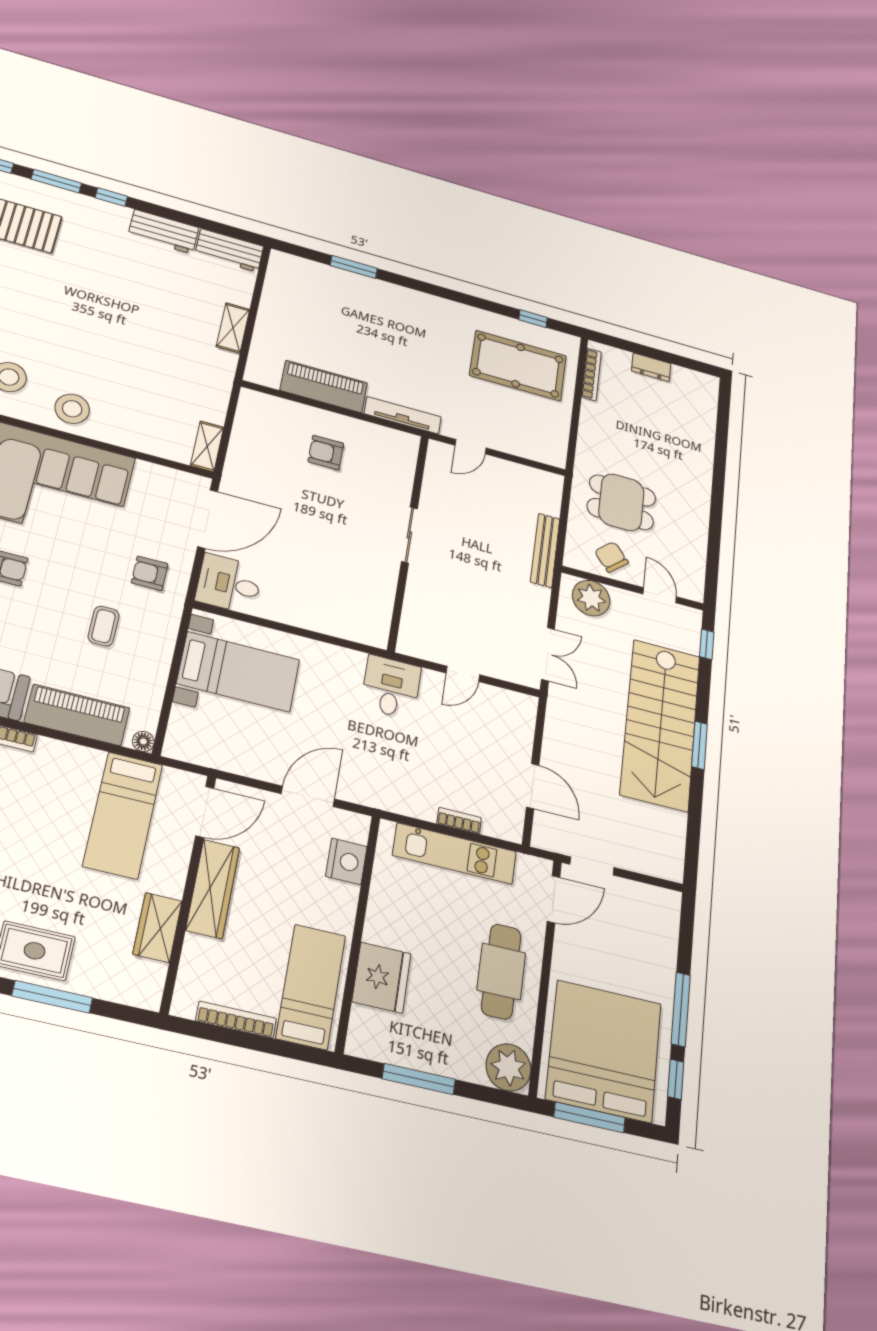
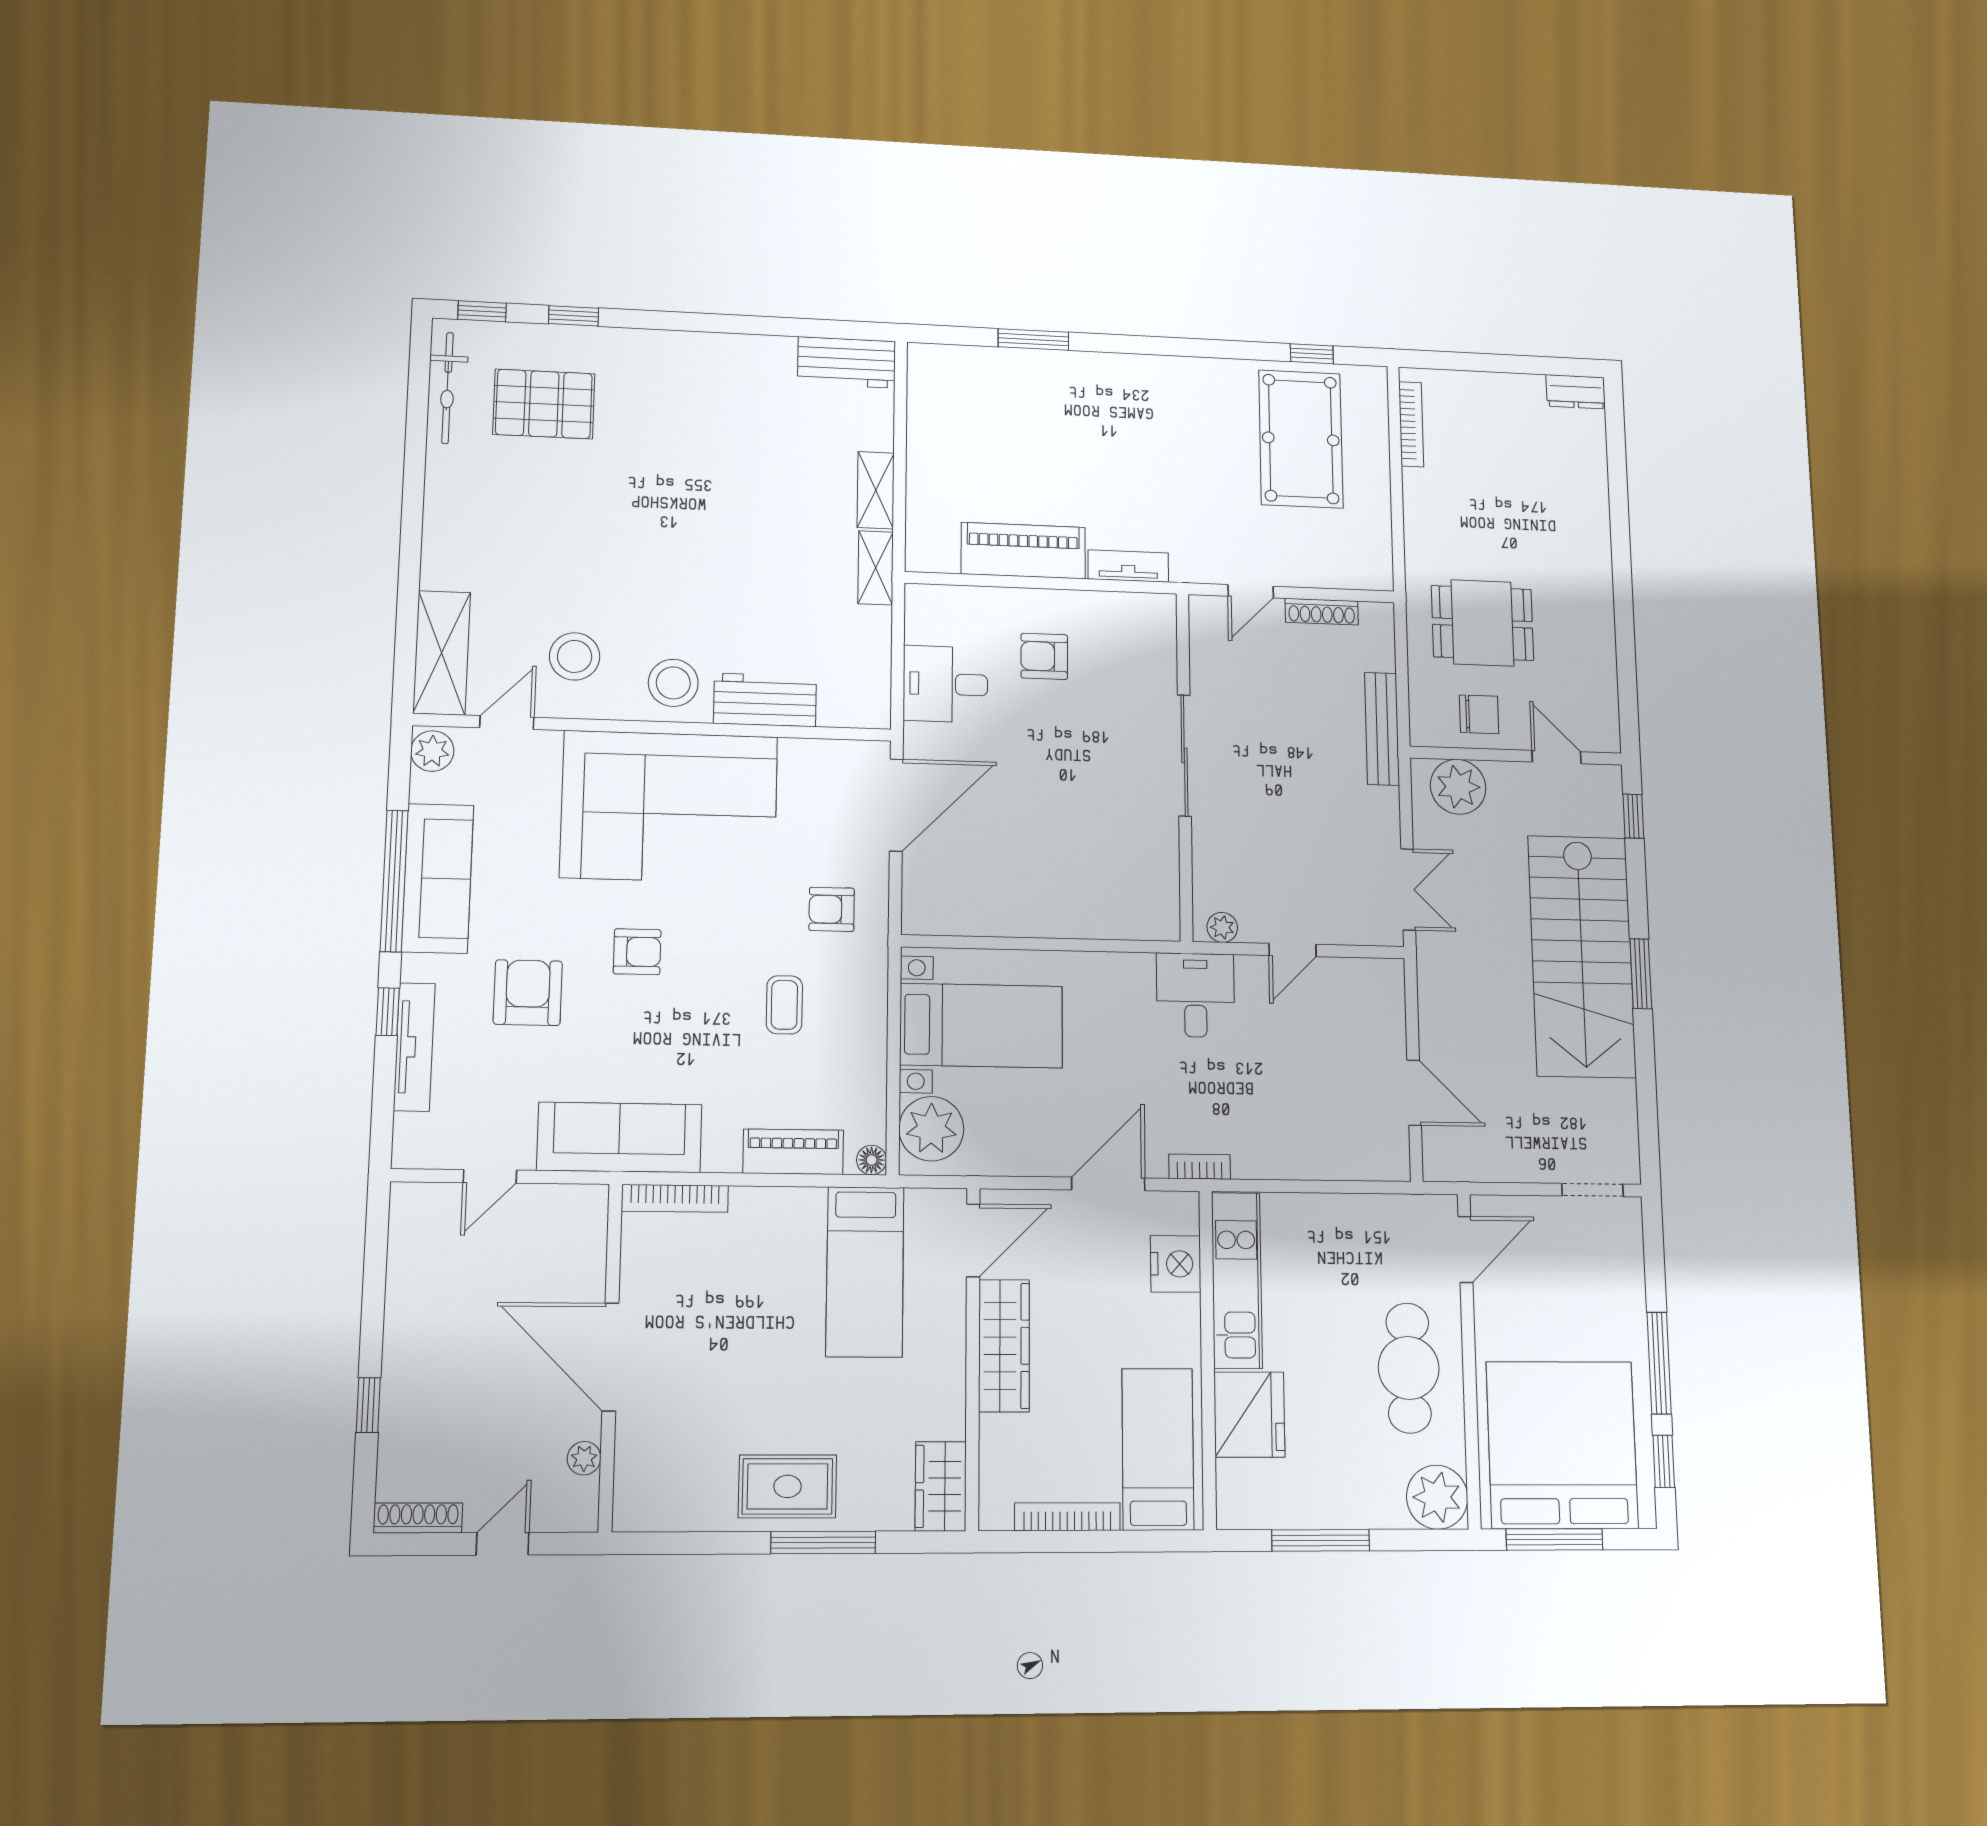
window: (56, 181) -> (574, 316), width x0.67
window: (111, 197) -> (658, 320), removed
workbench: (163, 232) -> (765, 700), moved, turned 180
pool table: (518, 366) -> (1301, 439), turned 90
dresser: (651, 367) -> (1576, 392), moved
tv unit: (403, 415) -> (1128, 566), width x0.71
shelving: (207, 446) -> (876, 568), moved
shoe rack: (516, 470) -> (1322, 612), added
sliding door: (409, 535) -> (1184, 755), width x1.37
chair: (611, 557) -> (1479, 714), turned 131
desk: (229, 584) -> (945, 684), moved
plant: (417, 648) -> (1222, 927), added
piano: (77, 715) -> (793, 1152), width x0.73, depth x0.75
plant: (190, 731) -> (931, 1129), added
bookcase: (459, 821) -> (1200, 1167), moved
kitchen unit: (455, 854) -> (1237, 1280), moved, turned -90
doorway: (592, 866) -> (1592, 1190), moved
wardrobe: (157, 928) -> (941, 1486), moved

